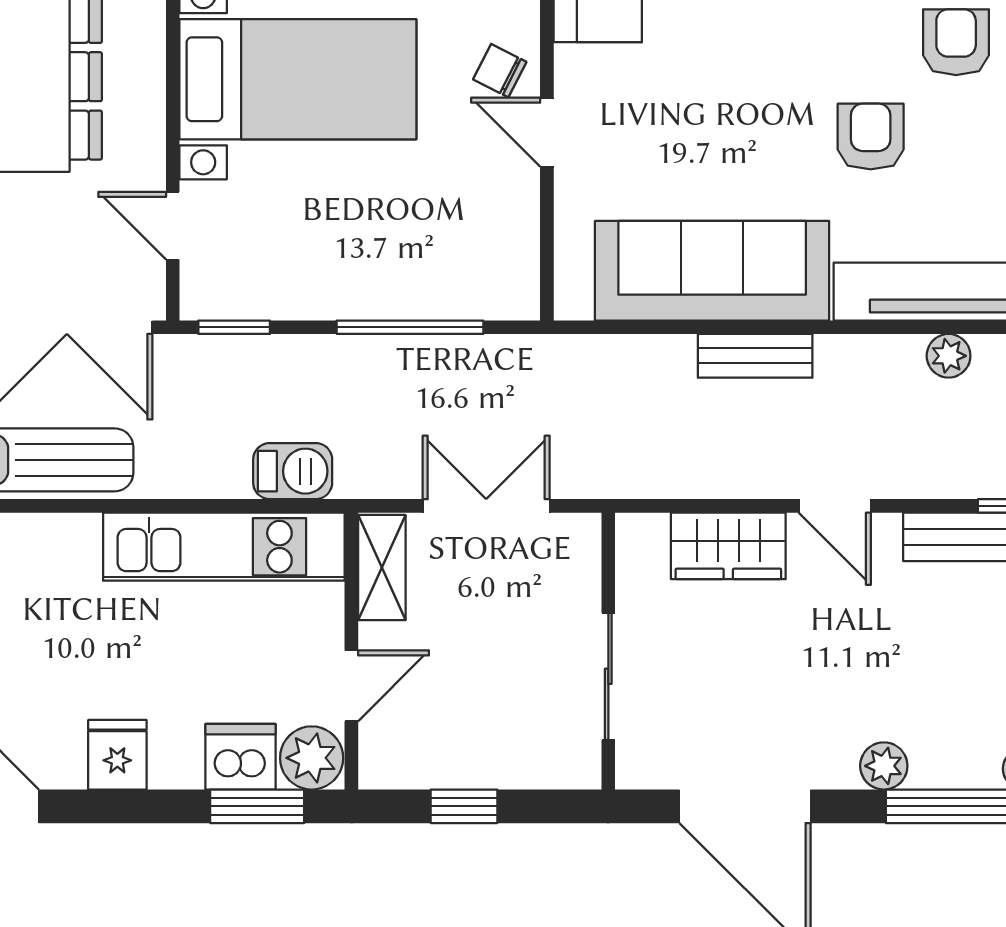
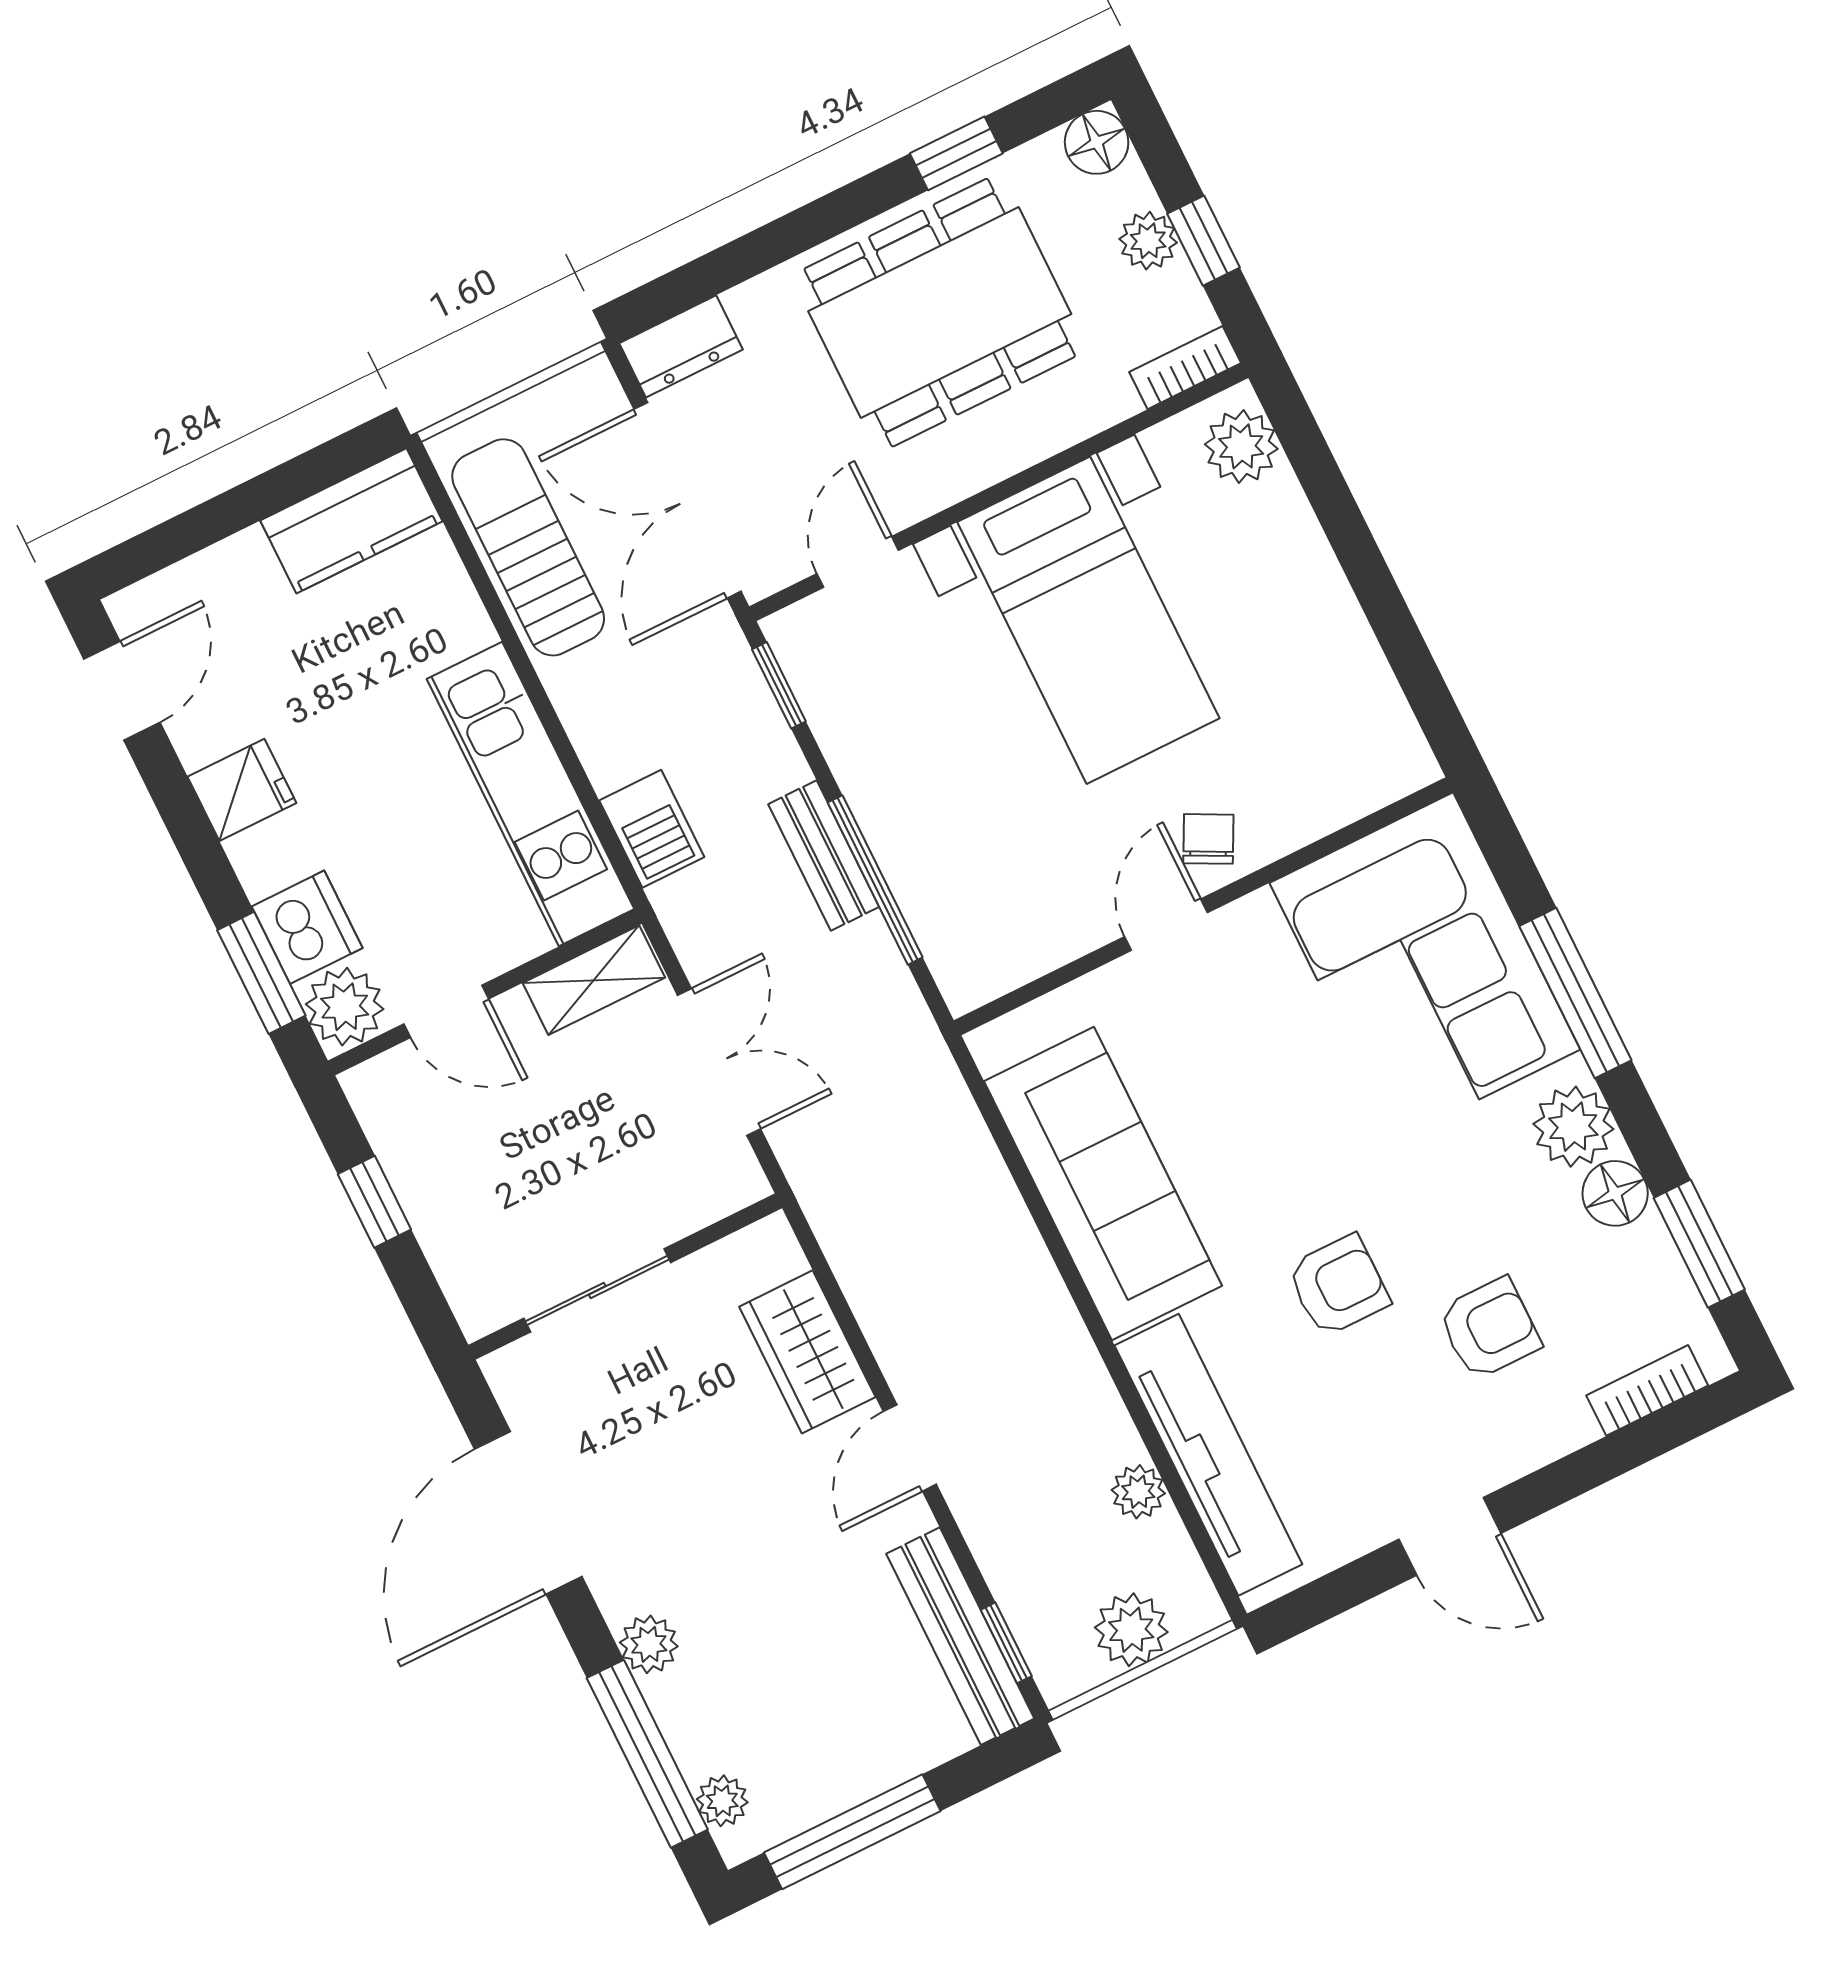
bench: (755, 356) -> (824, 855), moved

